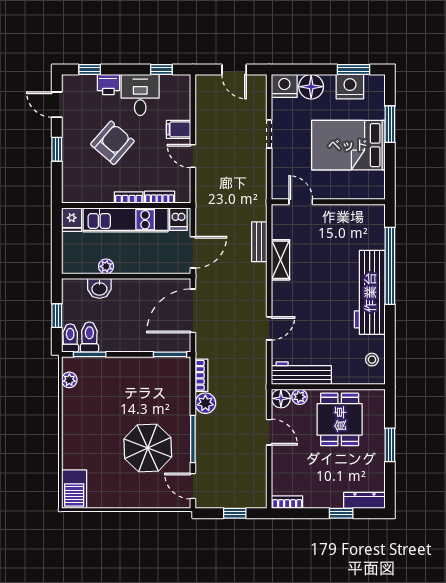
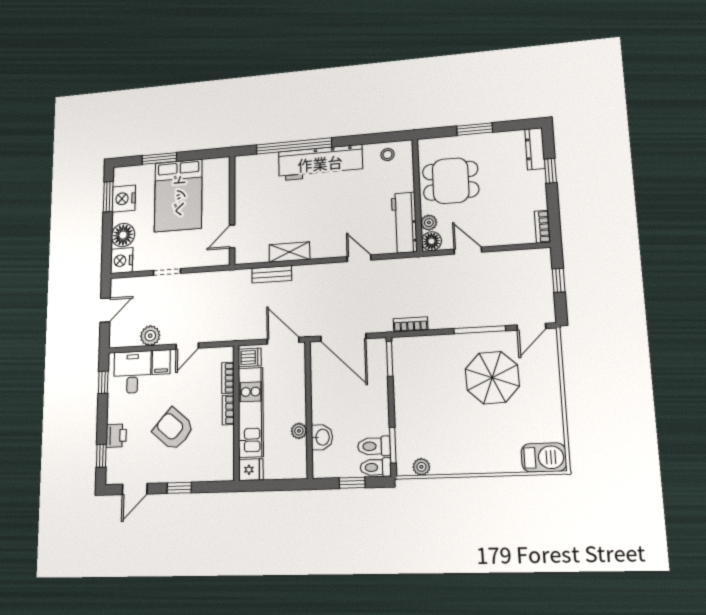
desk: (140, 95) -> (132, 372), moved, turned 90
plant: (205, 403) -> (150, 336), moved
door: (269, 432) -> (468, 251), hinge flipped

